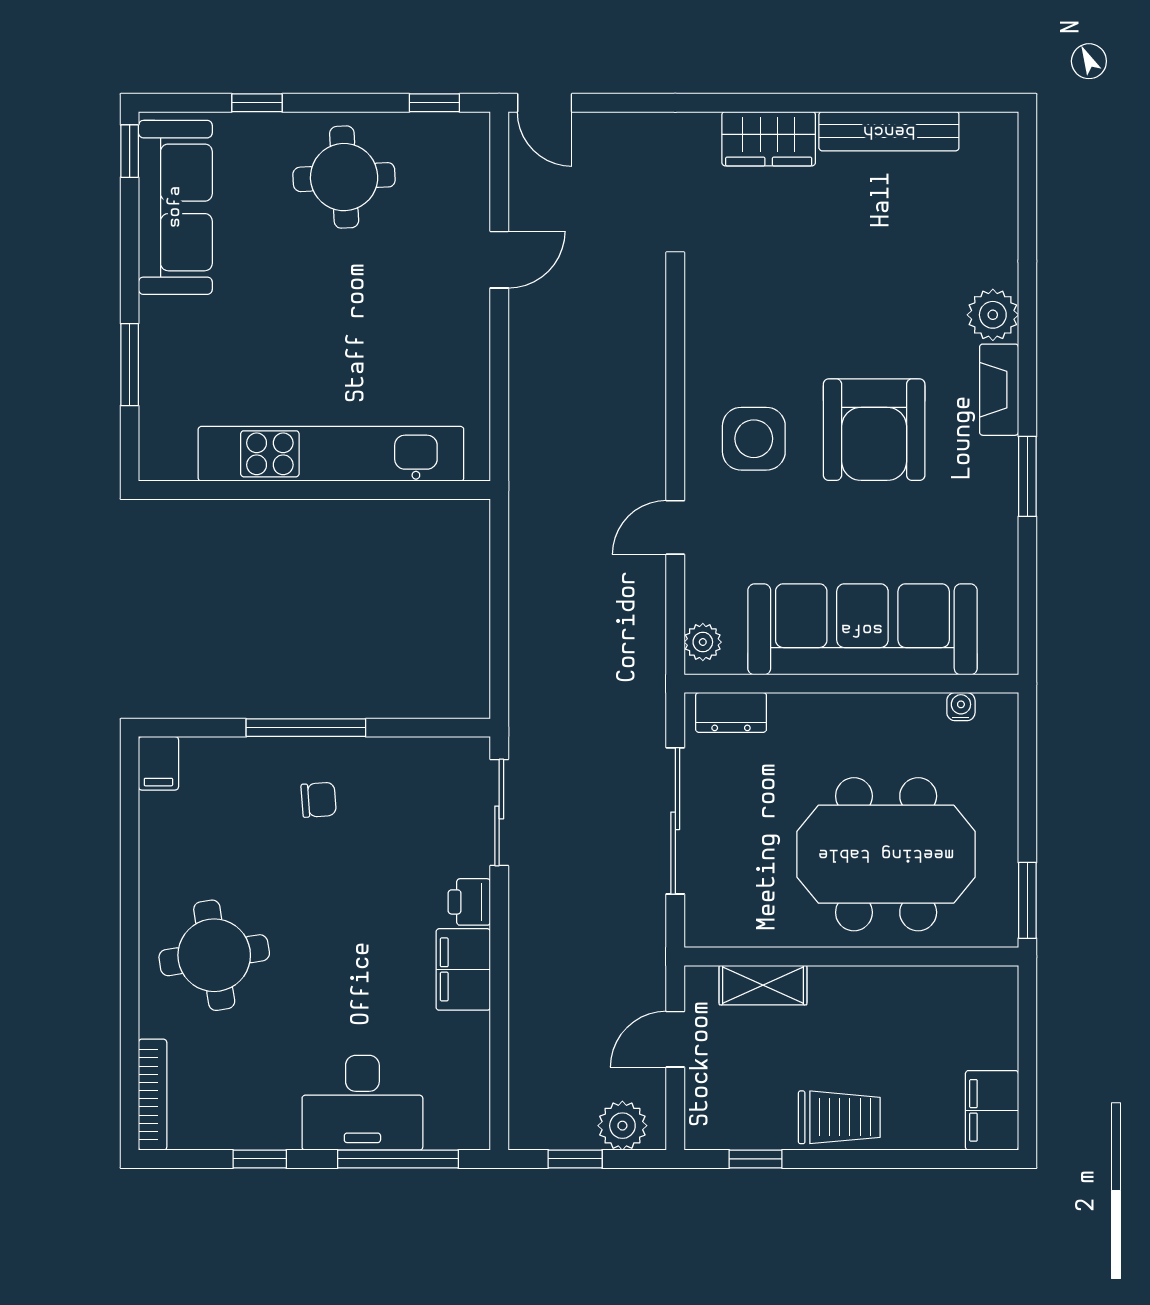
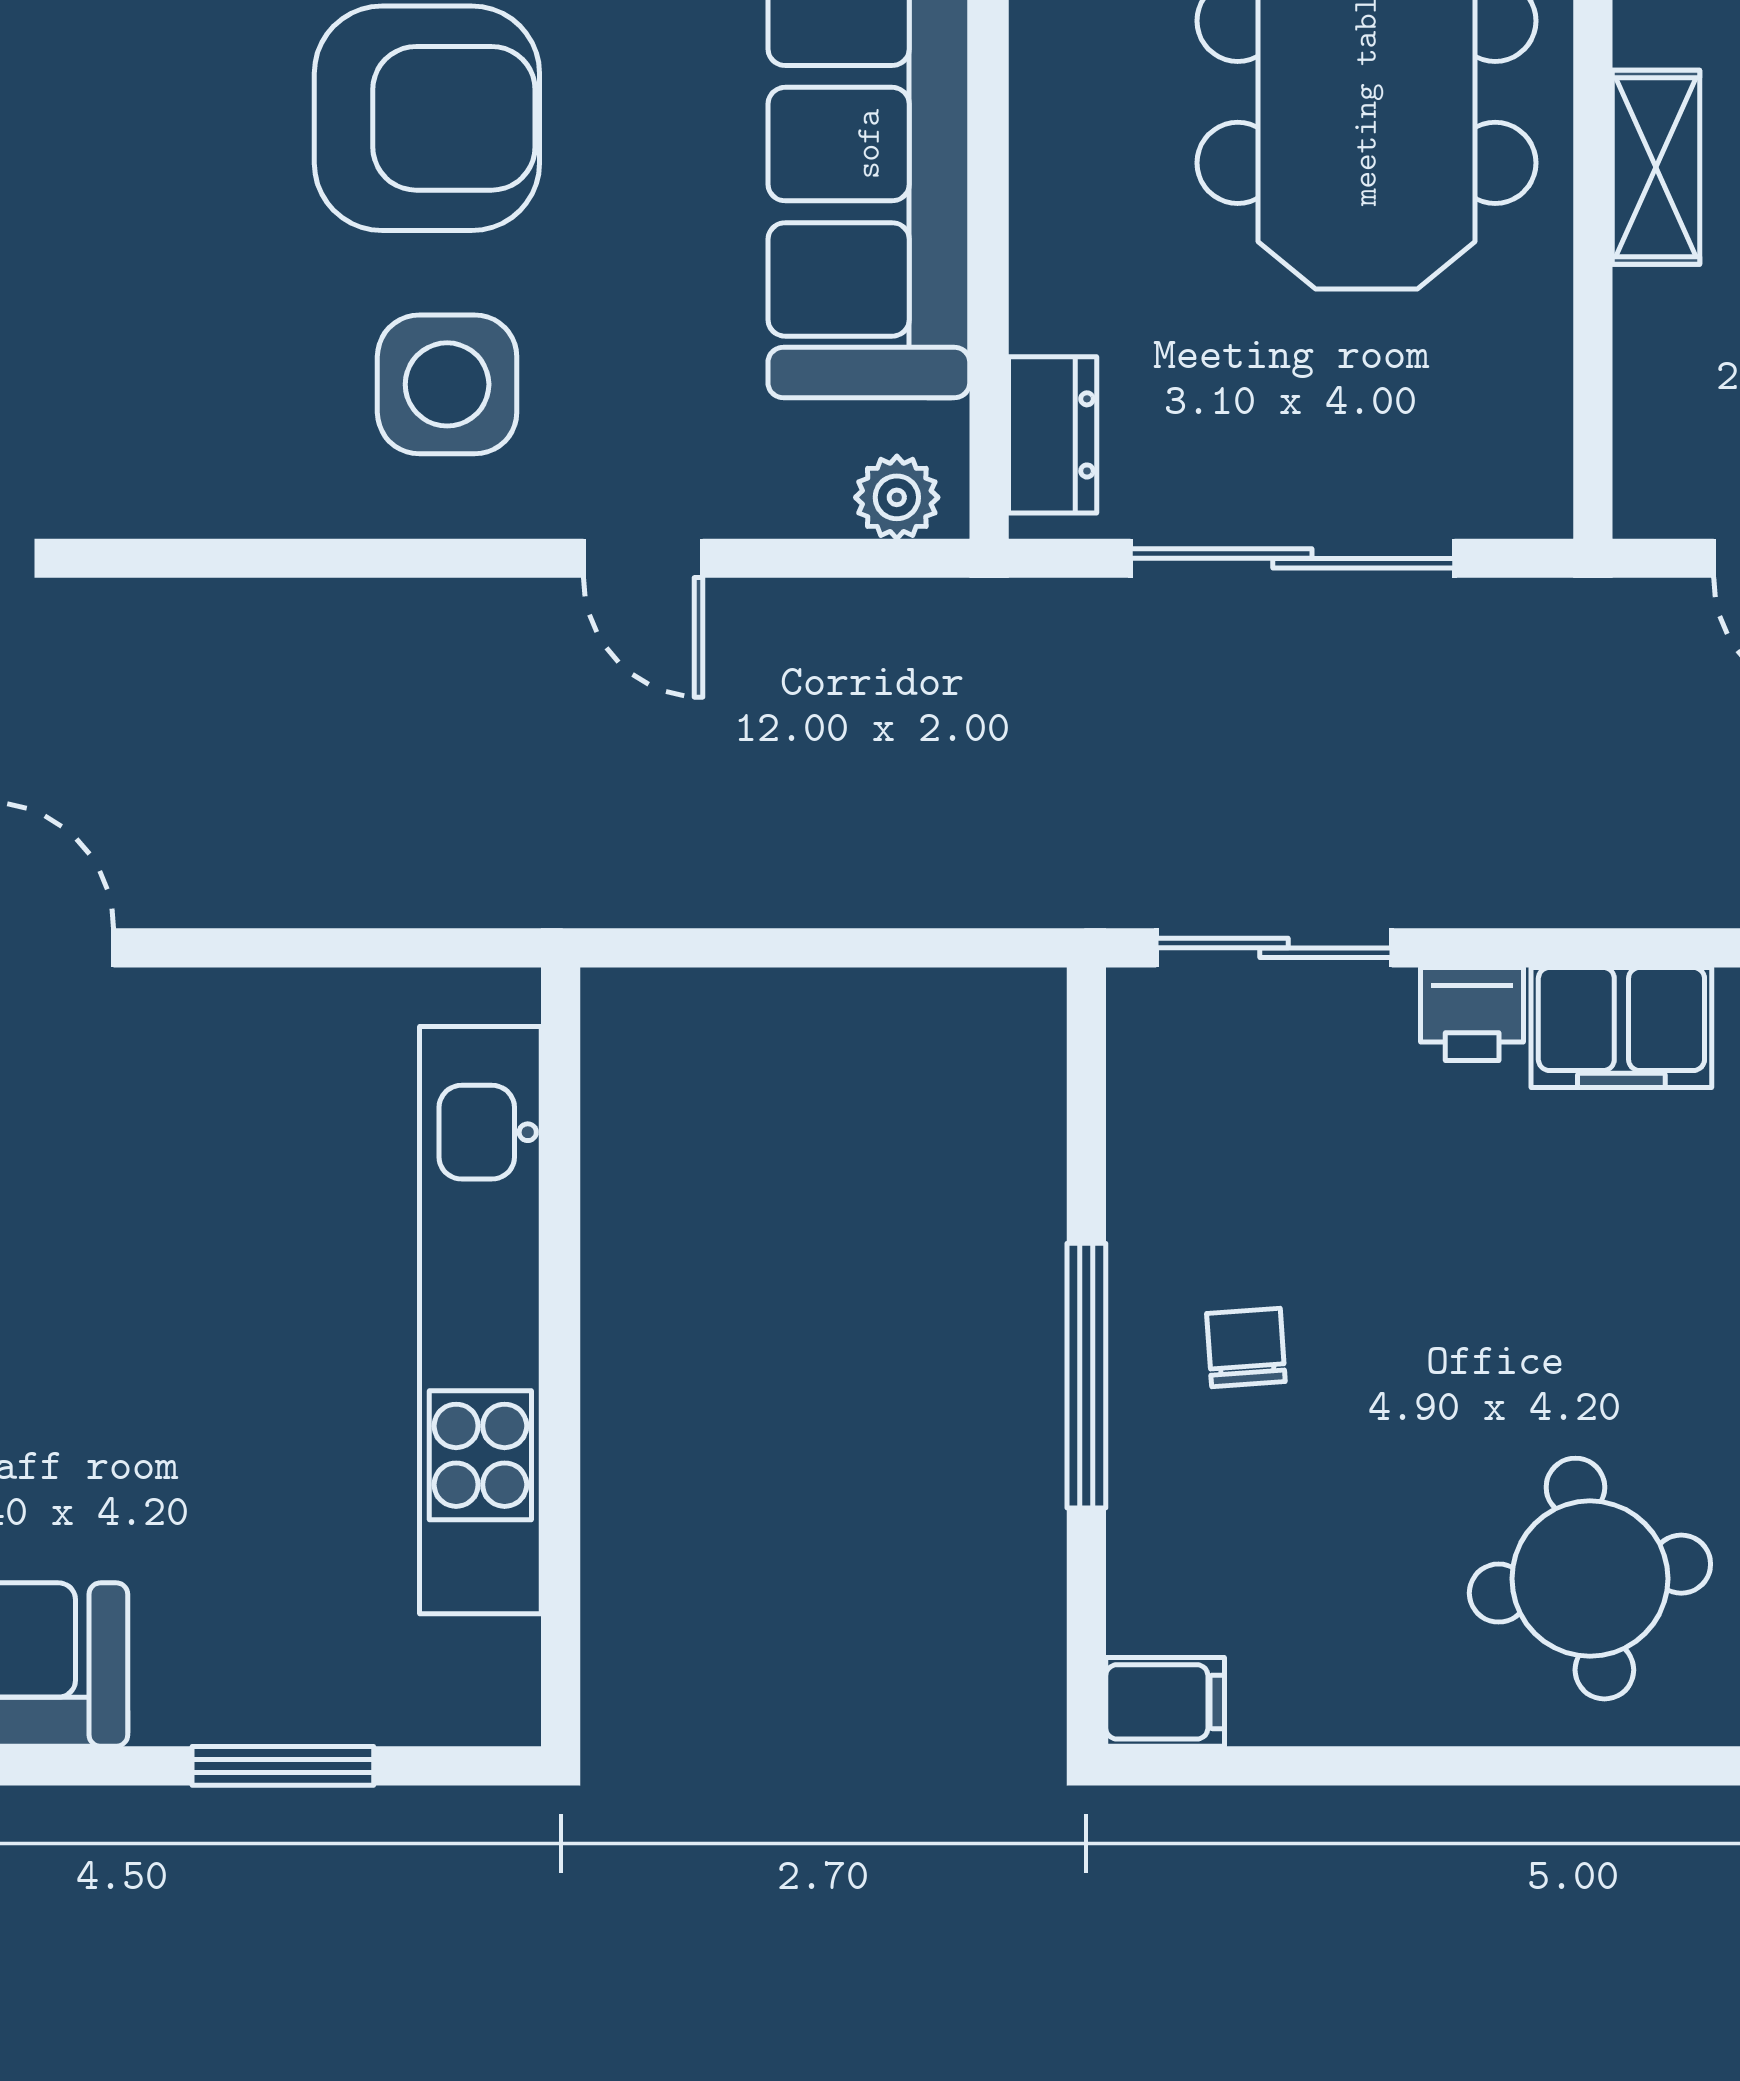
shelving: (763, 985) -> (1656, 167), moved

